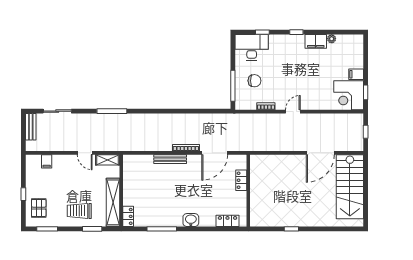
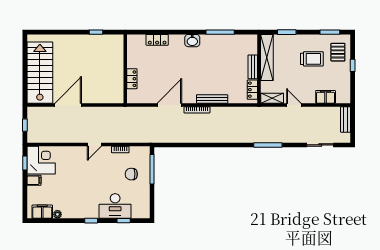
filing cabinet: (316, 41) -> (42, 212), moved
desk: (252, 47) -> (115, 206), moved
bench: (31, 127) -> (346, 119), moved
filing cabinet: (47, 161) -> (326, 97), width x2.00
locker: (241, 180) -> (132, 79), moved
wall: (248, 191) -> (125, 69), moved
bench: (128, 193) -> (253, 67), added
trolley: (79, 211) -> (312, 59), moved
locker: (128, 216) -> (252, 90), moved

